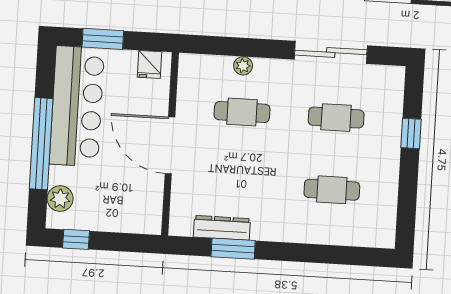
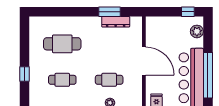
window: (41, 144) -> (208, 75), moved
cafe table: (332, 190) -> (62, 44), width x1.37, depth x1.35

